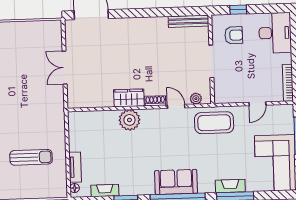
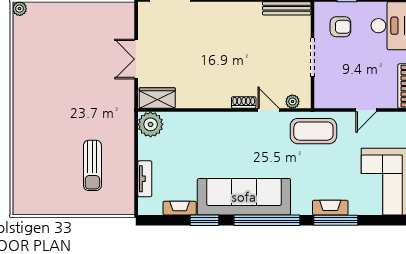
wardrobe: (129, 98) -> (157, 98), moved
plant: (129, 120) -> (151, 124), moved
sun lounger: (31, 157) -> (92, 165), turned 90
sofa: (176, 182) -> (244, 197), width x1.85, depth x1.27
floor lamp: (75, 188) -> (143, 204), removed

